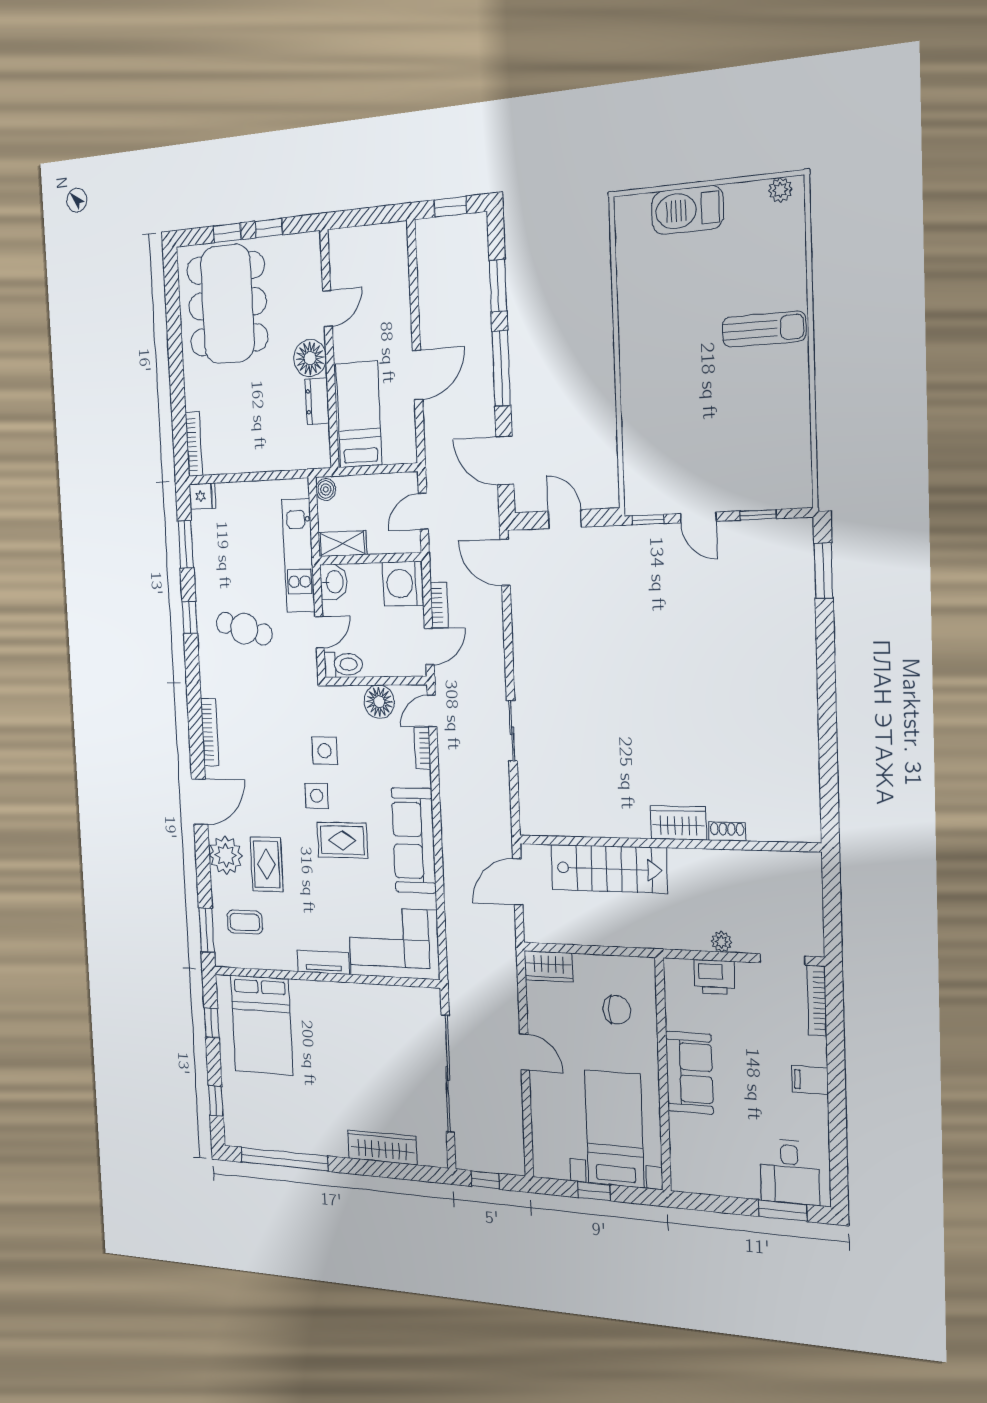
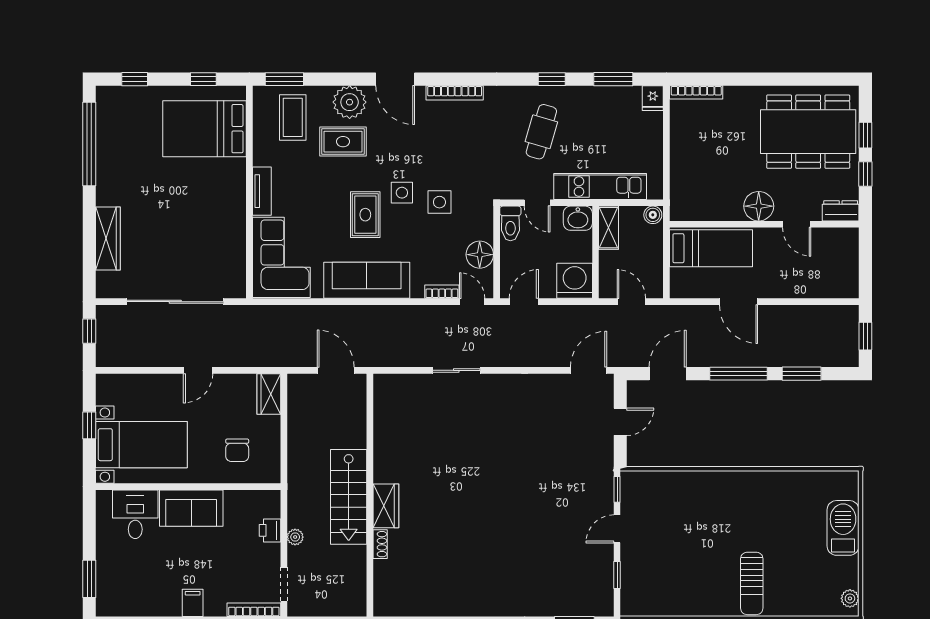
dresser: (317, 401) -> (841, 211), moved
bookcase: (439, 605) -> (557, 312), removed
door: (429, 647) -> (524, 302), swing flipped
stairs: (609, 869) -> (349, 497), moved
coffee table: (245, 922) -> (293, 117), width x1.36, depth x1.30
printer: (714, 977) -> (270, 530), width x0.73, depth x0.81
desk: (790, 1172) -> (135, 514), moved, turned 90

